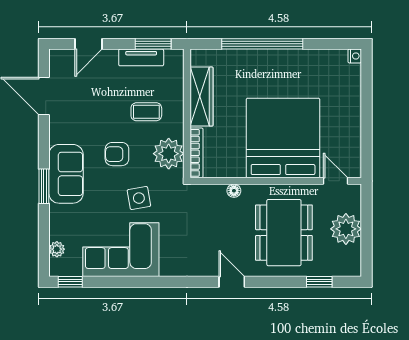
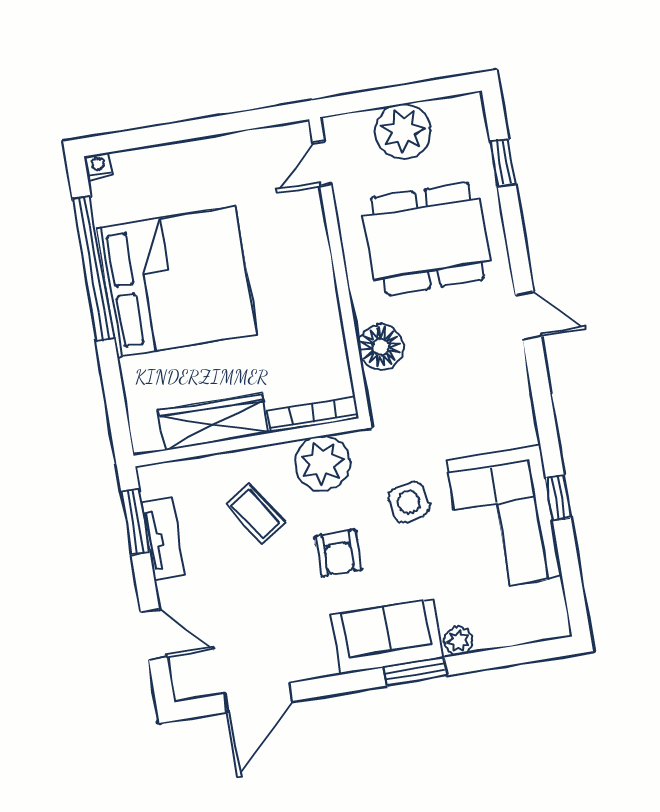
window: (262, 44) -> (93, 268), moved
coffee table: (146, 112) -> (256, 514), turned -33
bed: (283, 138) -> (176, 282), moved, turned 180
floor lamp: (234, 191) -> (381, 347), width x1.89, depth x1.89
plant: (57, 249) -> (458, 641), moved
window: (70, 282) -> (558, 498), moved
door: (232, 282) -> (528, 316), swing flipped

